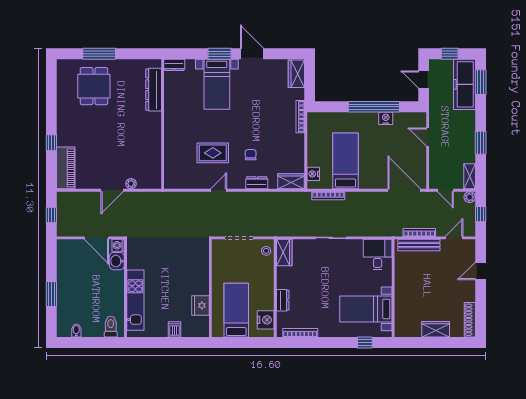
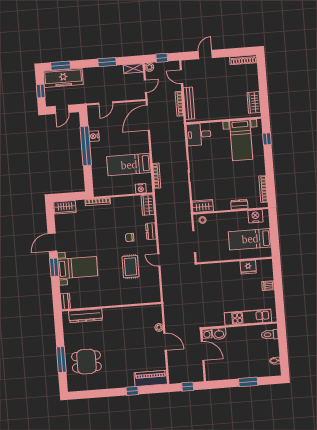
door: (96, 238) -> (203, 351), hinge flipped
door: (481, 271) -> (205, 55), swing flipped
wardrobe: (436, 329) -> (254, 102), moved

